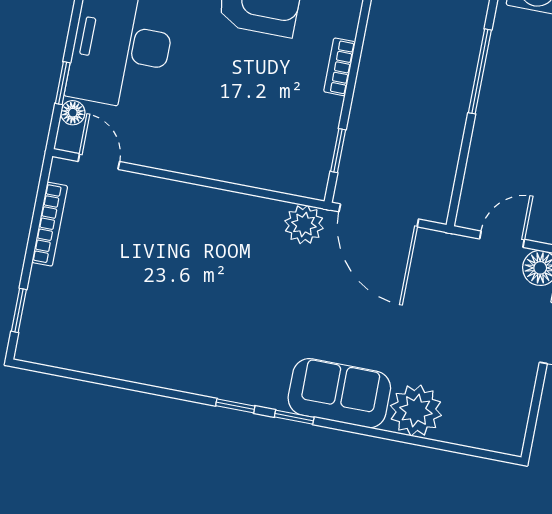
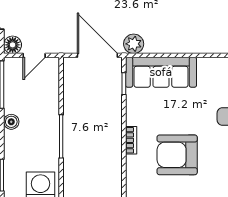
bookcase: (339, 67) -> (131, 140), moved
sofa: (261, 159) -> (161, 72), added

